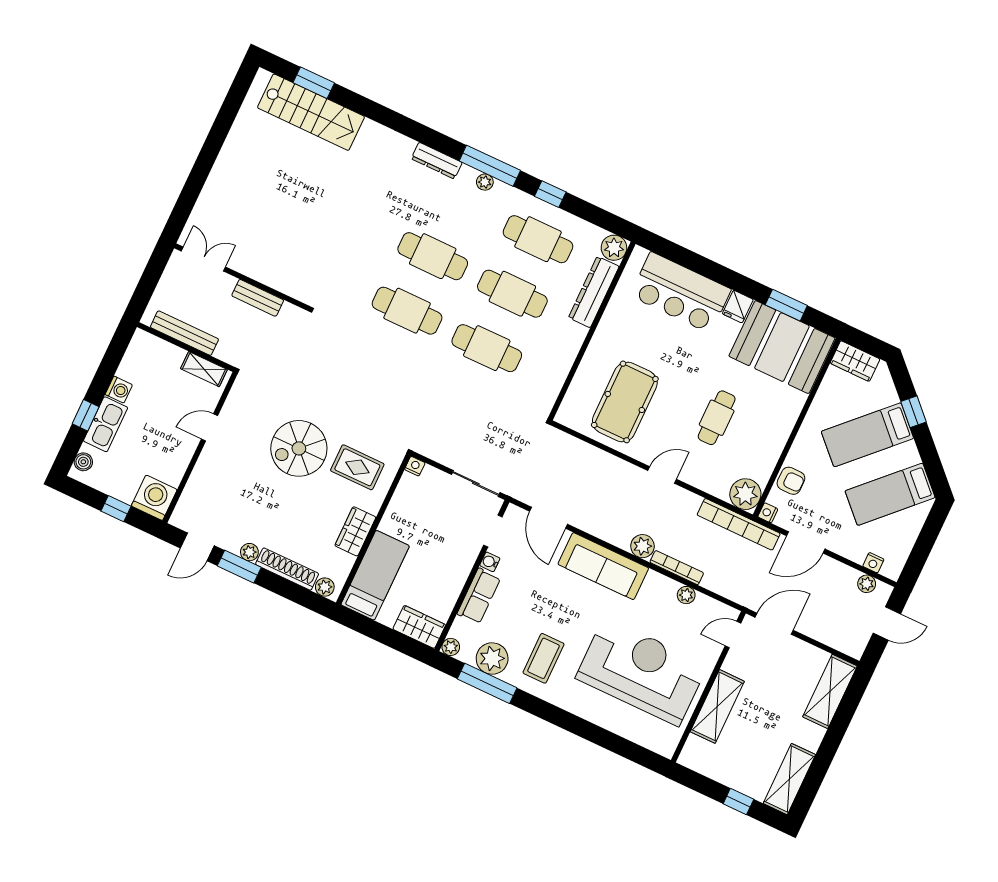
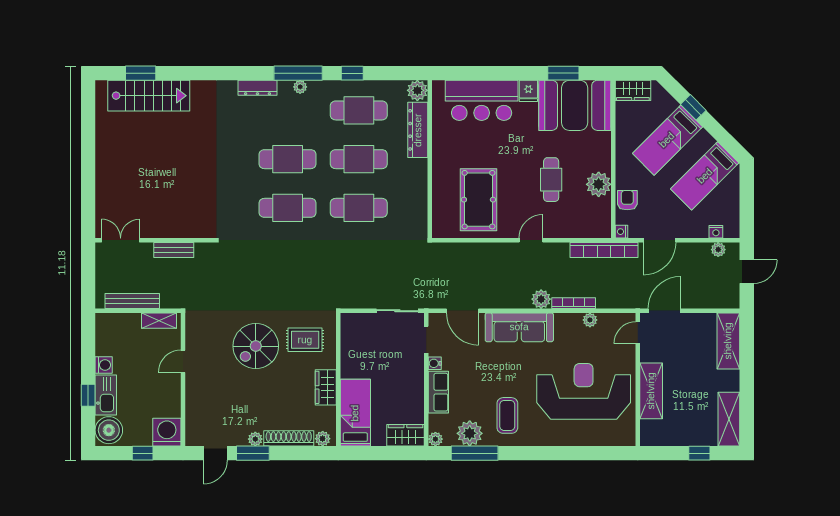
boiler: (83, 462) -> (109, 430), width x1.86, depth x1.86
nightstand: (415, 466) -> (347, 319), removed
armchair: (791, 481) -> (627, 200), turned -90
plant: (745, 494) -> (599, 184), moved

